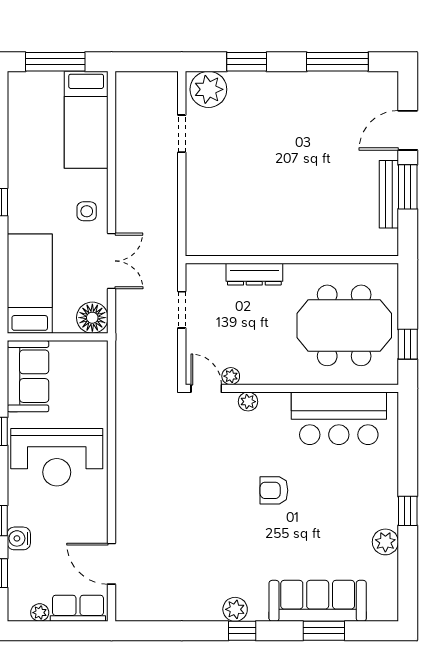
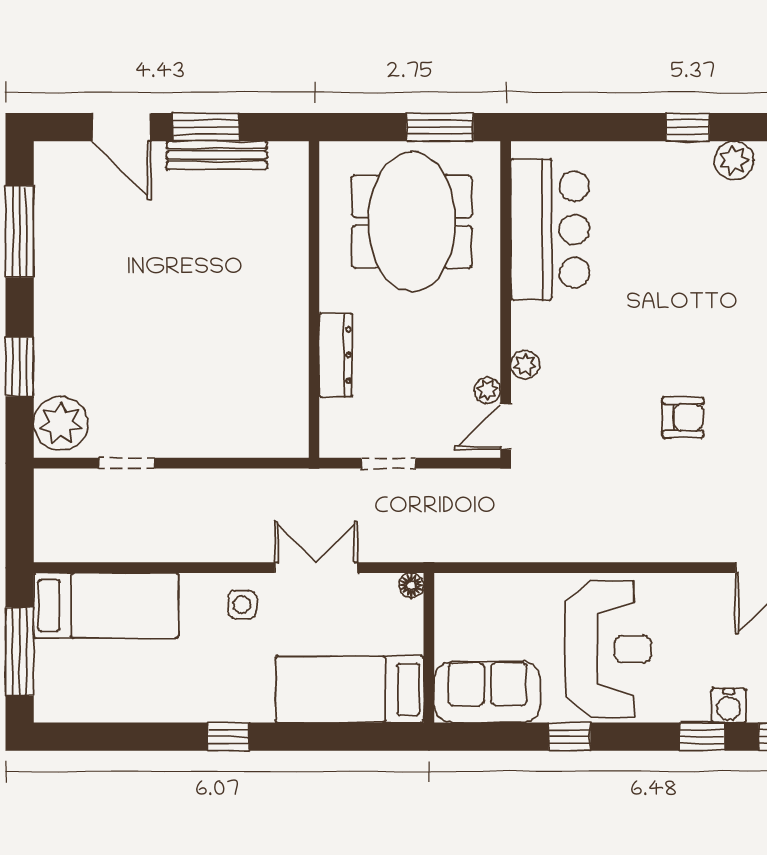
floor lamp: (92, 318) -> (411, 585), width x0.53, depth x0.53
window: (408, 344) -> (440, 127), width x1.50
armchair: (274, 490) -> (683, 417), moved, turned -90

